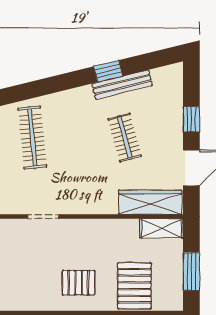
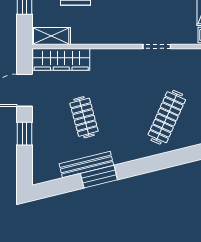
window: (108, 71) -> (99, 177), width x1.50
clothes rail: (32, 138) -> (167, 117), turned 30

